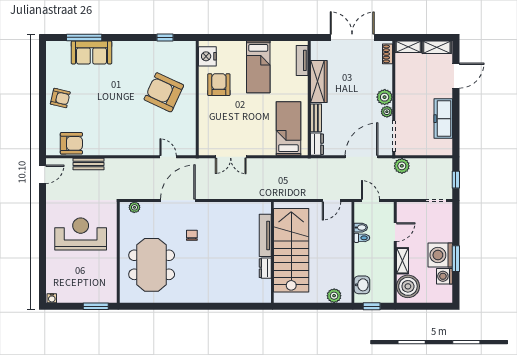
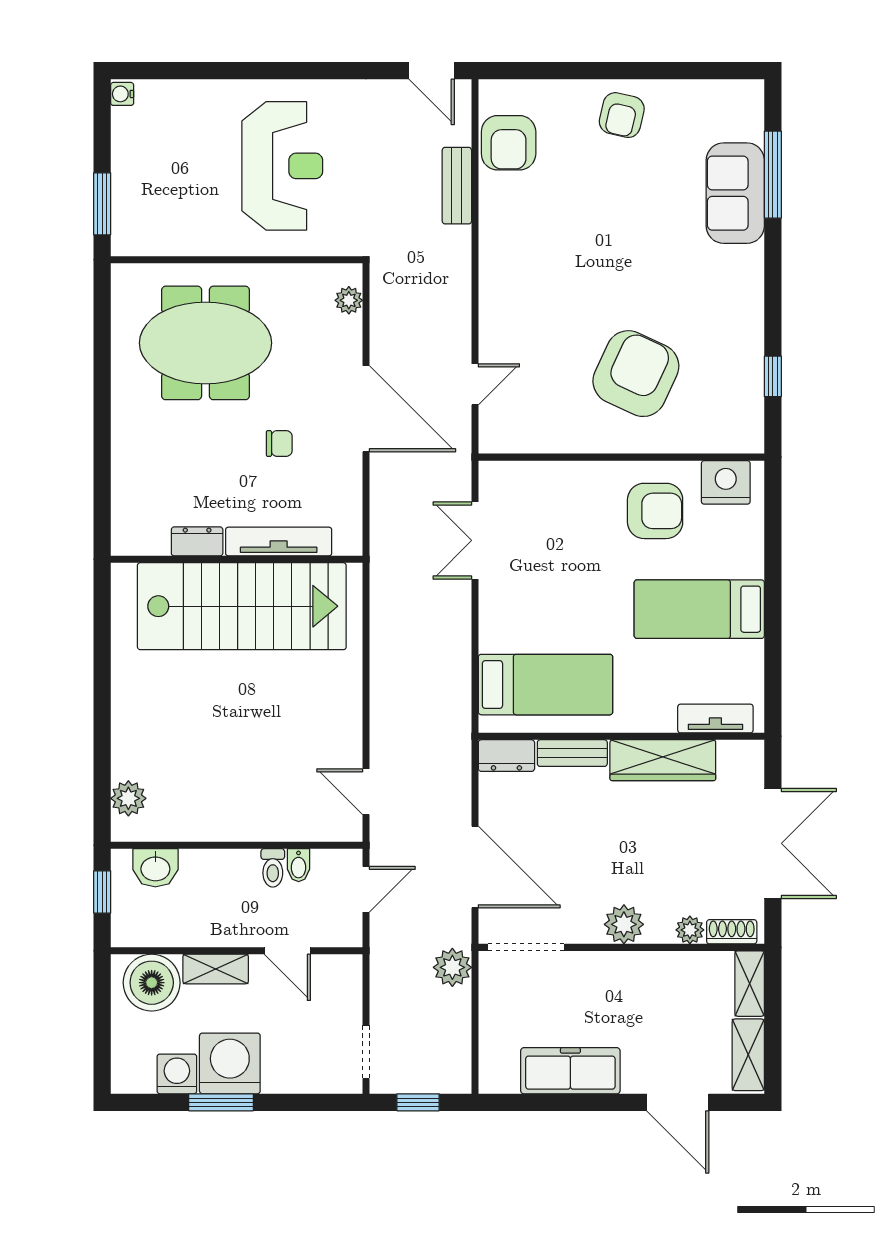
plant: (387, 112) -> (690, 930), moved
tv unit: (265, 235) -> (279, 541), moved
stairs: (291, 250) -> (242, 606), moved
wall: (272, 252) -> (237, 559), moved
dresser: (265, 268) -> (197, 541), moved

